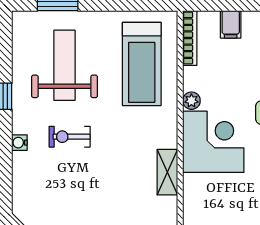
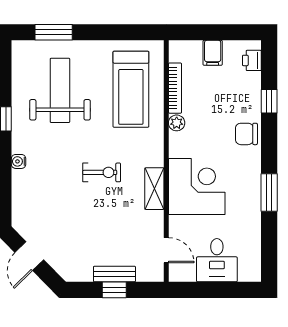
bookcase: (190, 38) -> (175, 88), moved
exercise bike: (70, 137) -> (102, 172), moved, turned 180
corner desk: (213, 142) -> (197, 186), moved

